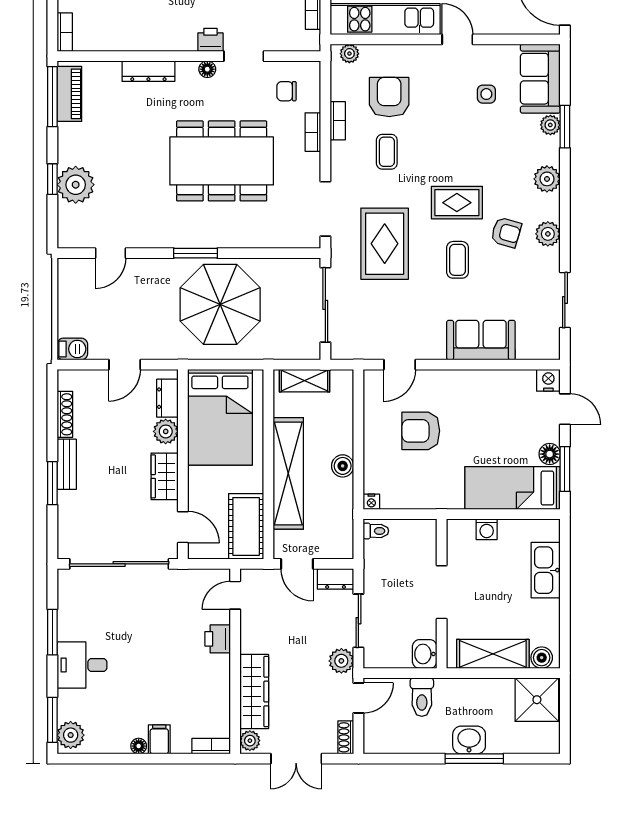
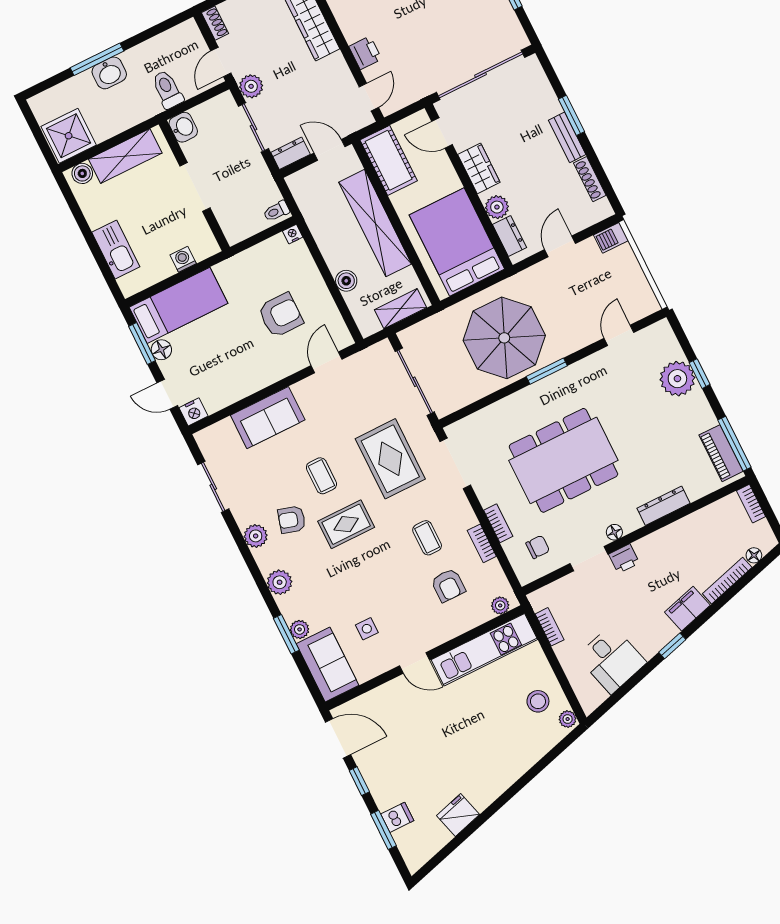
armchair: (389, 97) -> (448, 585), width x0.72, depth x0.72
boiler: (343, 466) -> (346, 281), moved

